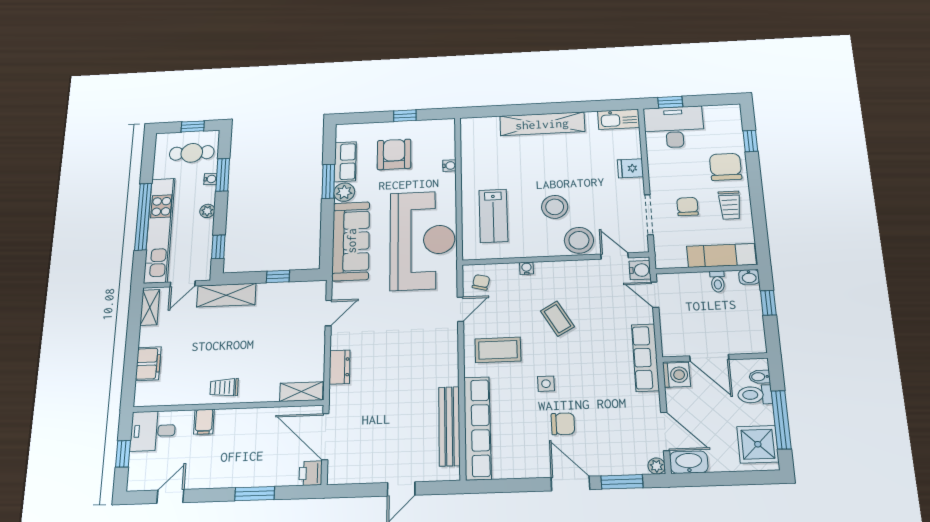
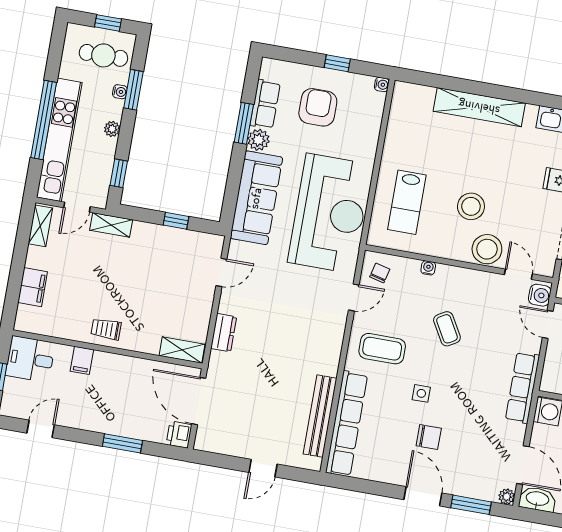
water cooler: (449, 166) -> (382, 85), moved
shelving: (226, 295) -> (111, 225), width x0.67, depth x0.75

